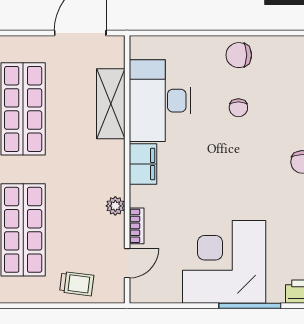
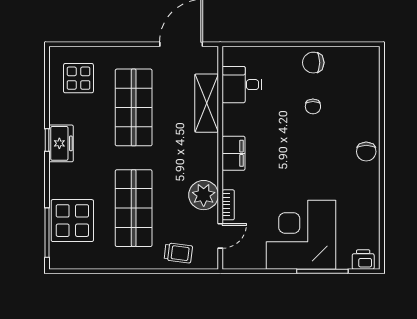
desk: (160, 101) -> (242, 85), width x0.53, depth x0.77
plant: (115, 206) -> (204, 195), width x1.88, depth x1.88

